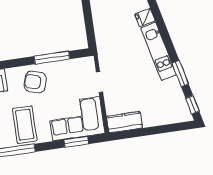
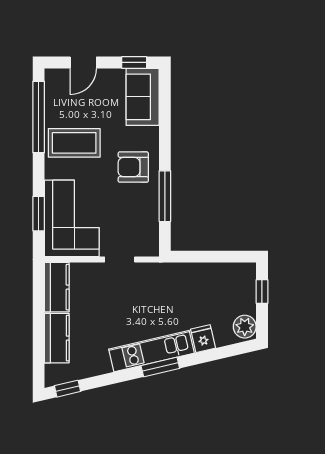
window: (180, 74) -> (160, 367), moved
armchair: (35, 82) -> (133, 167), turned -107
kitchen counter: (159, 117) -> (57, 338), added

